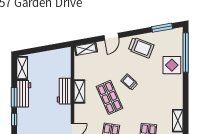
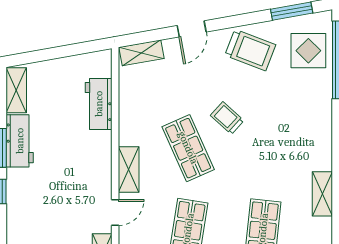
display table: (172, 65) -> (308, 51), moved
workbench: (64, 91) -> (99, 104), moved
shelving: (79, 91) -> (129, 169), moved

